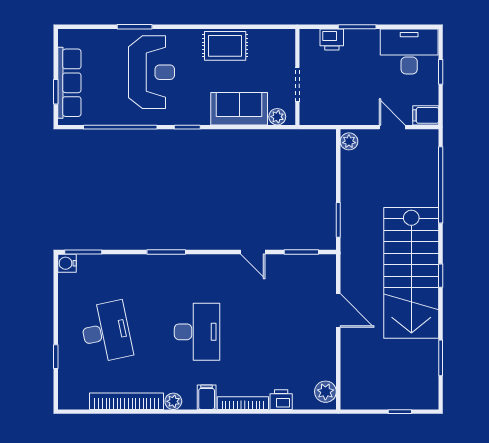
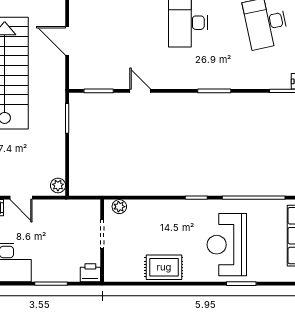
printer: (332, 39) -> (90, 273), moved
sofa: (239, 109) -> (152, 213), removed

